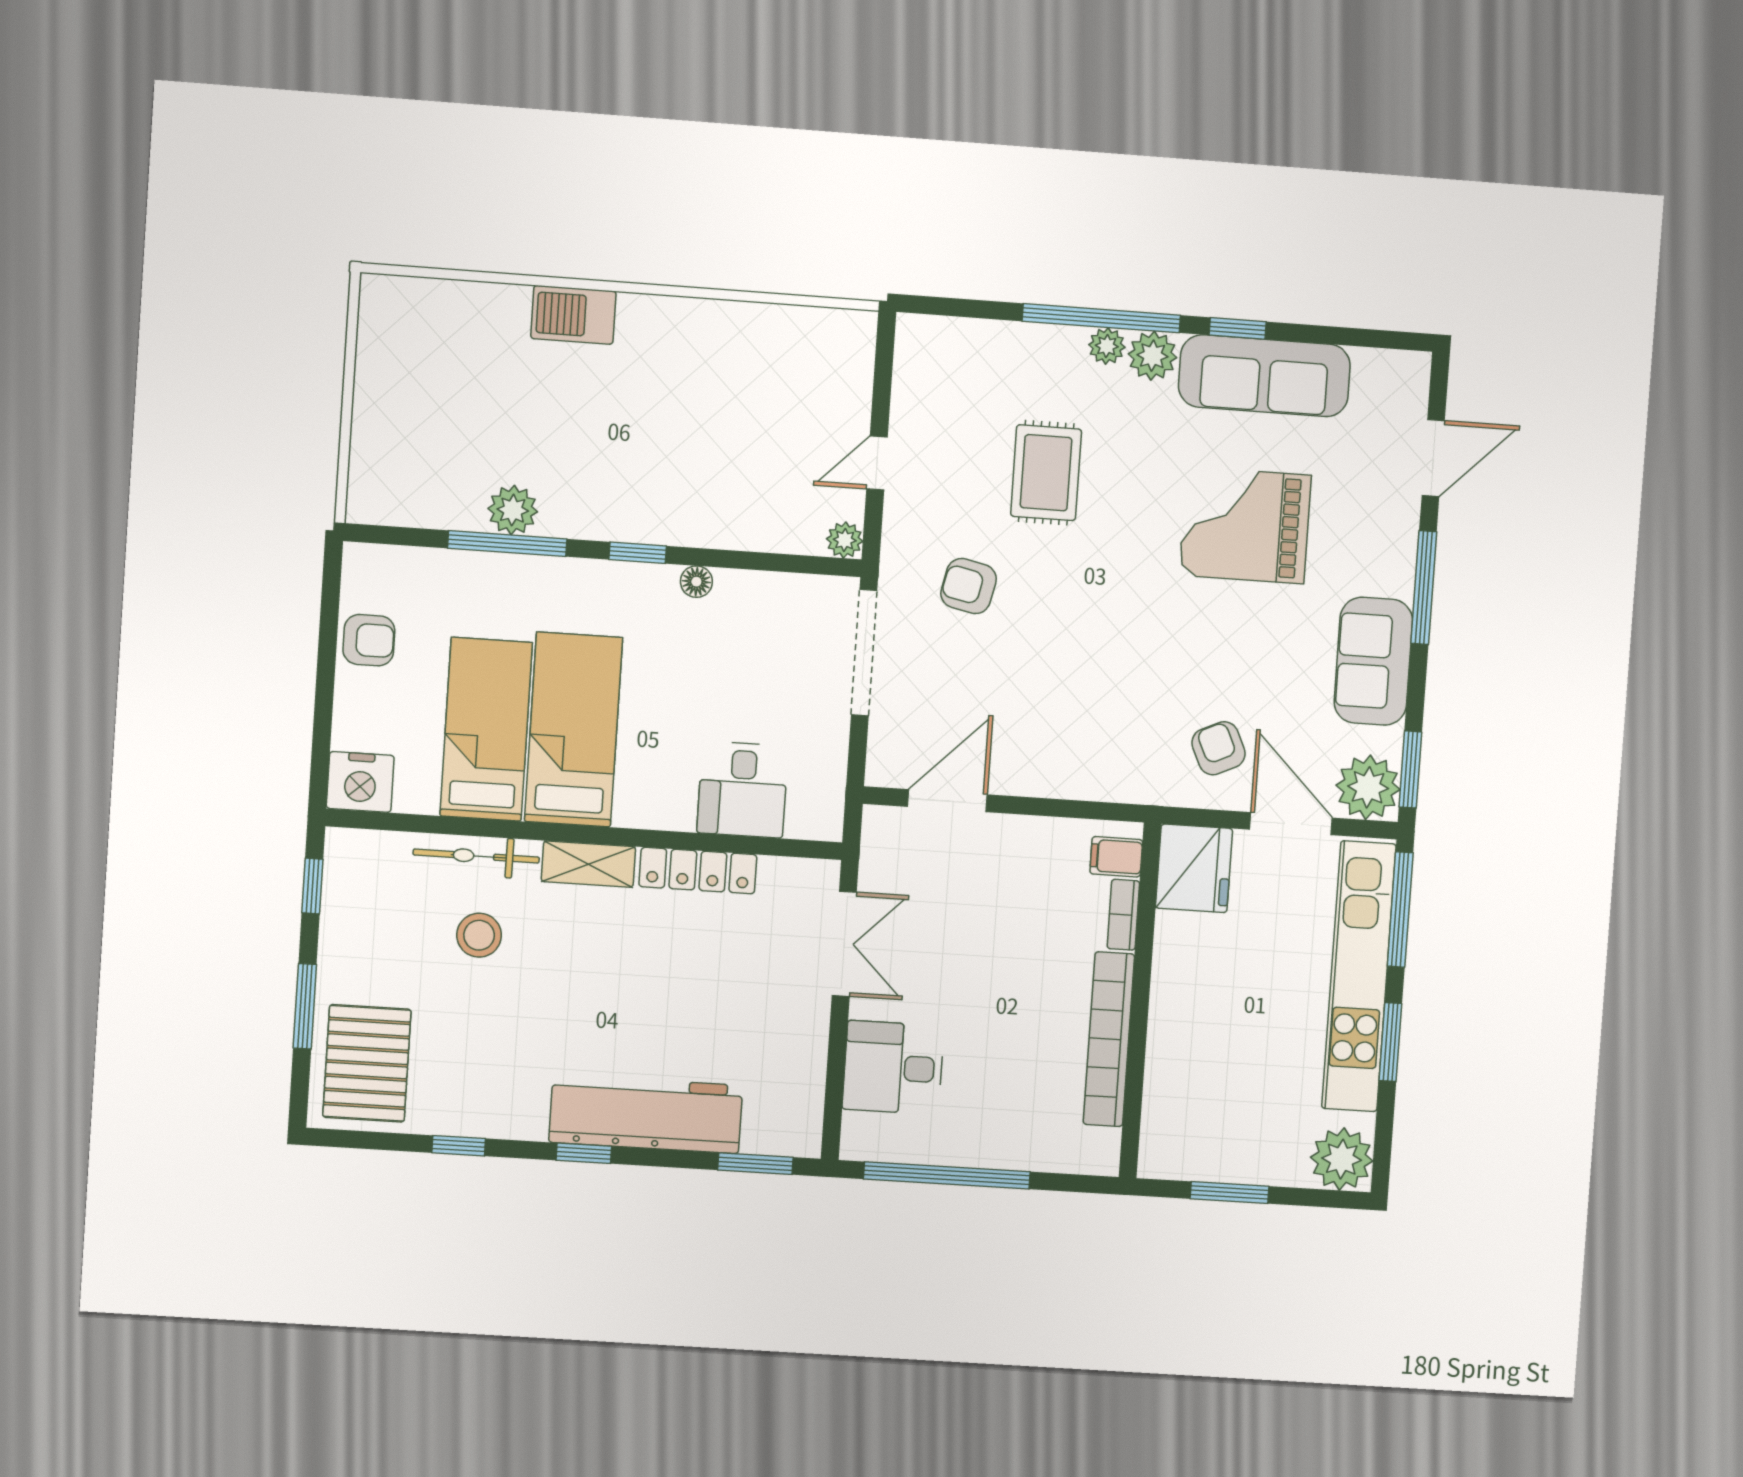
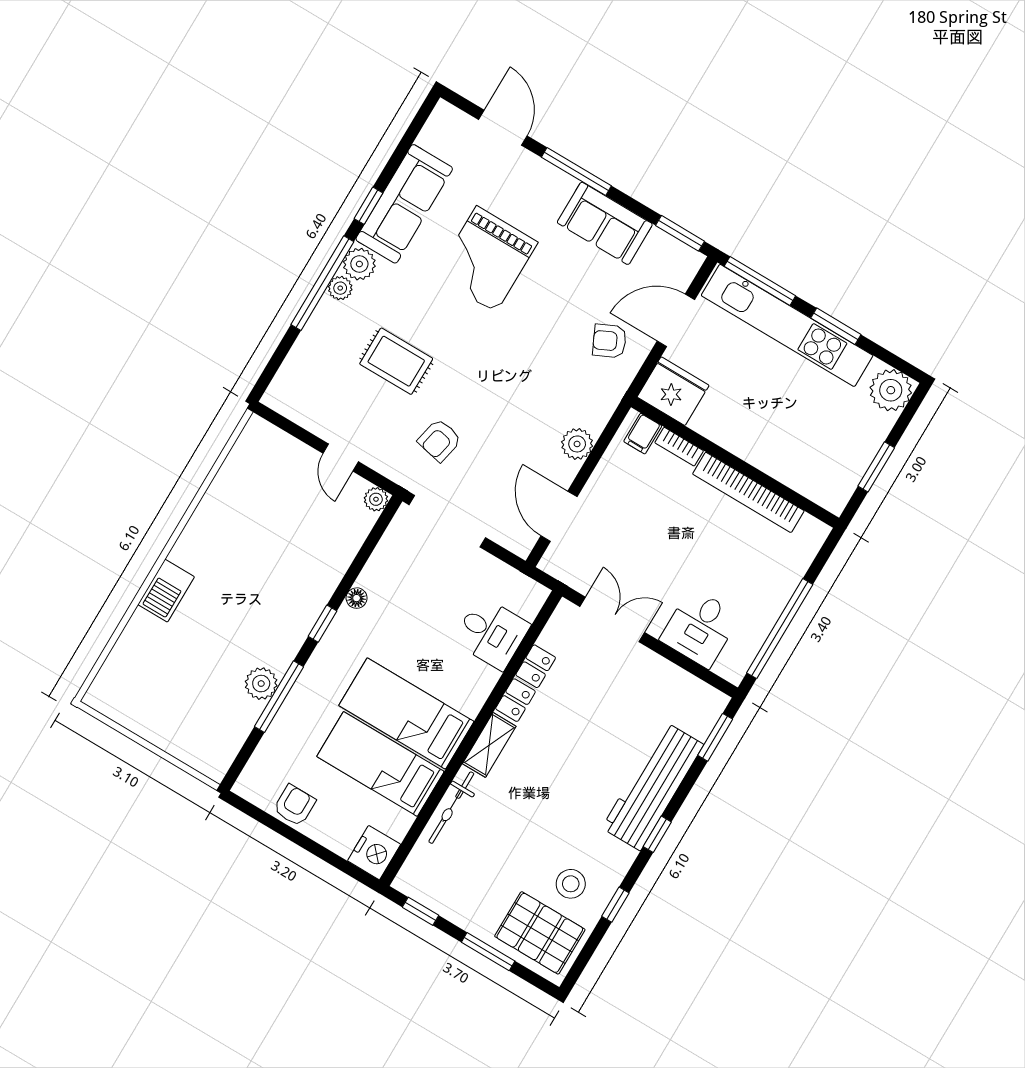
plant: (1368, 787) -> (577, 444), moved, width x0.73, depth x0.73
stool: (479, 935) -> (571, 884), moved

